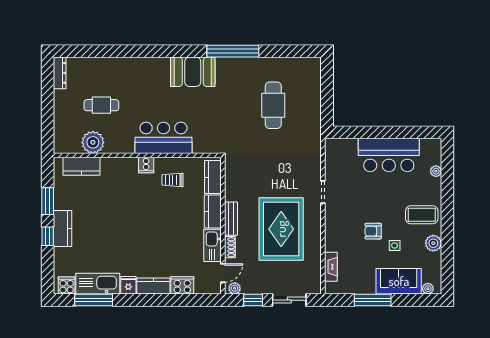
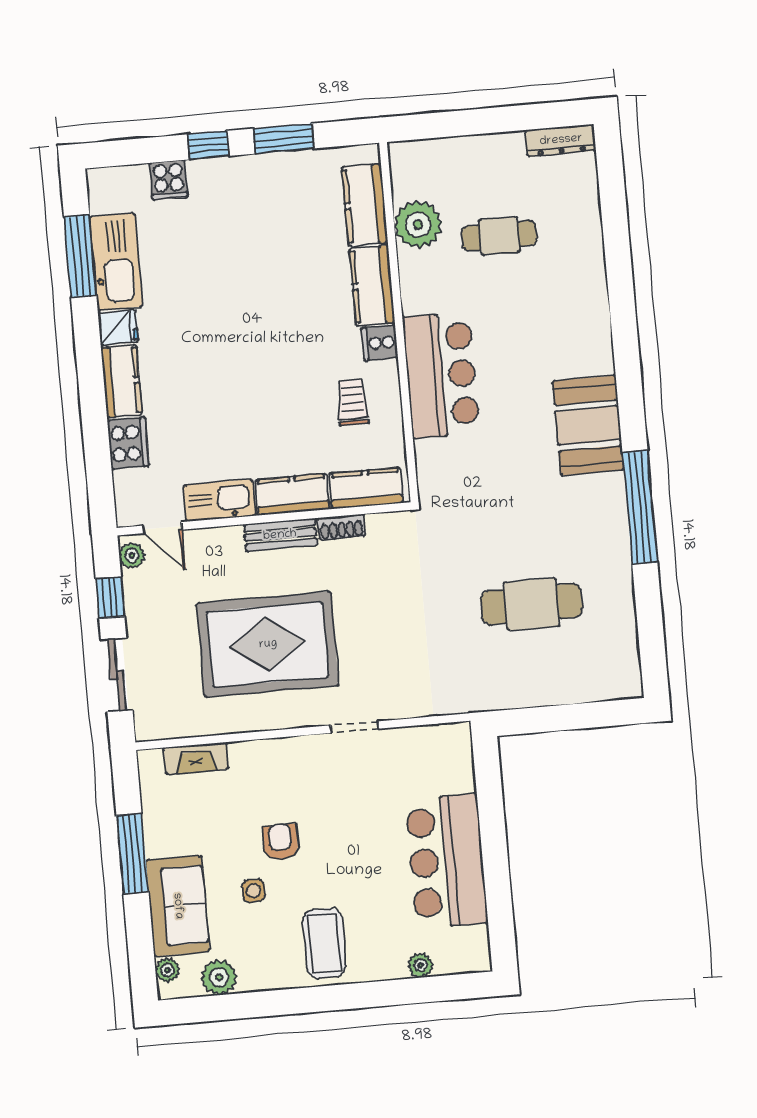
cafe table: (101, 105) -> (499, 236), turned 90
kitchen counter: (62, 229) -> (372, 286), moved, turned 90
plant: (433, 243) -> (219, 977), moved
shoe rack: (230, 247) -> (341, 527), moved
cooker: (67, 286) -> (168, 180), moved, turned 90

